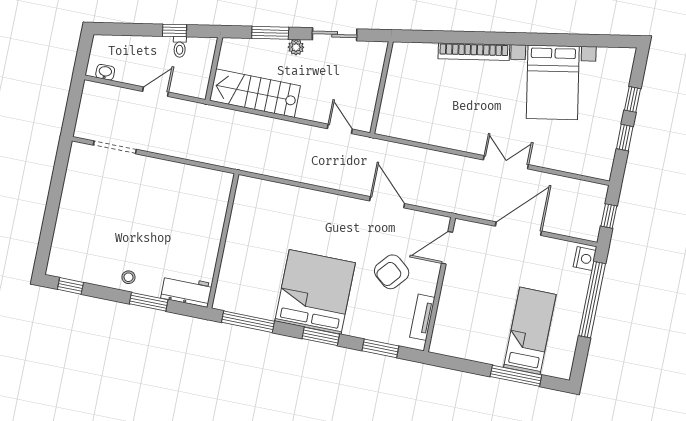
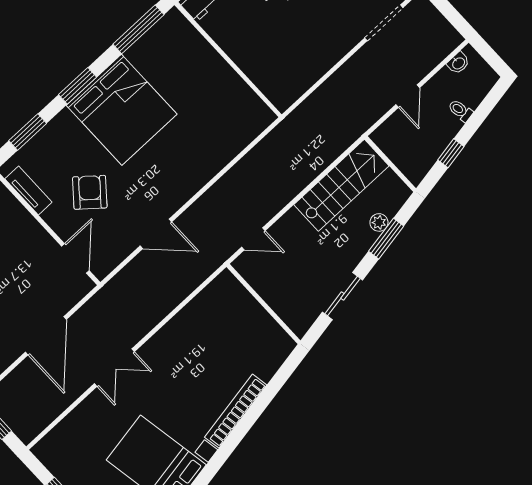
toilet: (180, 47) -> (460, 111), moved
plant: (296, 47) -> (379, 222), moved

